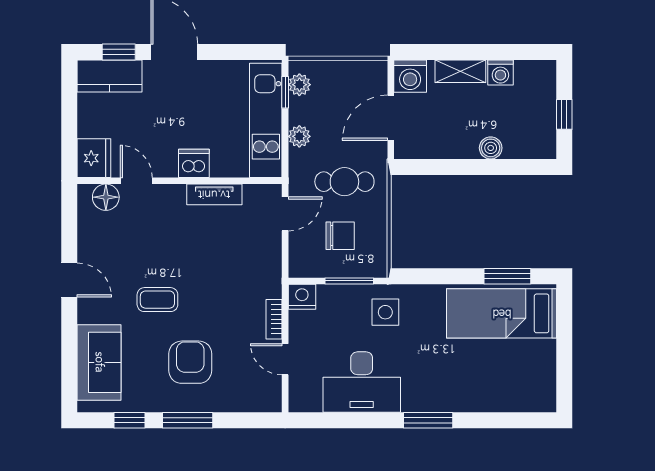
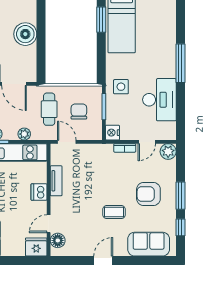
boiler: (491, 148) -> (25, 34), width x1.86, depth x1.86
coffee table: (157, 300) -> (114, 212), turned 90
plant: (268, 398) -> (168, 152), added
window: (428, 420) -> (180, 63), width x1.44

